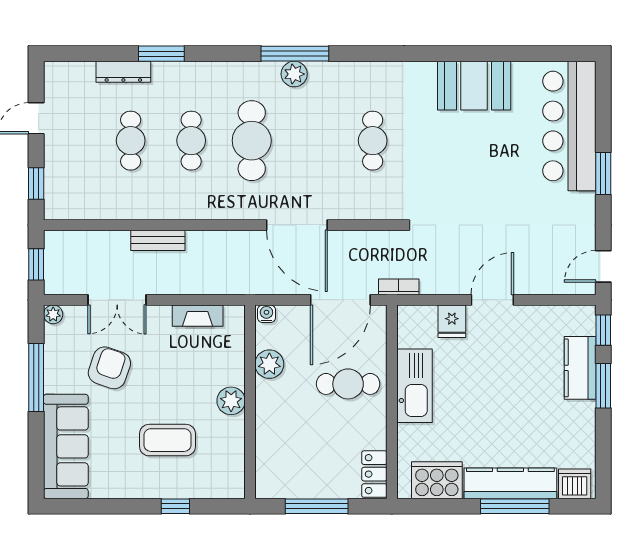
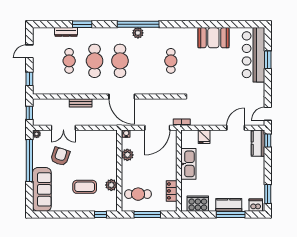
window: (295, 54) -> (138, 24), width x1.46
cafe table: (191, 141) -> (95, 61), width x1.37, depth x1.35
window: (603, 173) -> (268, 60), moved
door: (297, 225) -> (122, 96), moved
door: (492, 300) -> (236, 128), moved
fireplace: (198, 316) -> (97, 134), removed
kitchen counter: (580, 368) -> (258, 143), moved
window: (36, 378) -> (29, 160), width x1.46
cafe table: (348, 384) -> (138, 194), moved
window: (603, 386) -> (268, 194), moved
plant: (231, 401) -> (111, 185), moved
locker: (374, 474) -> (172, 191), moved
kitchen counter: (510, 483) -> (229, 205), width x0.67
window: (175, 506) -> (100, 215), moved

